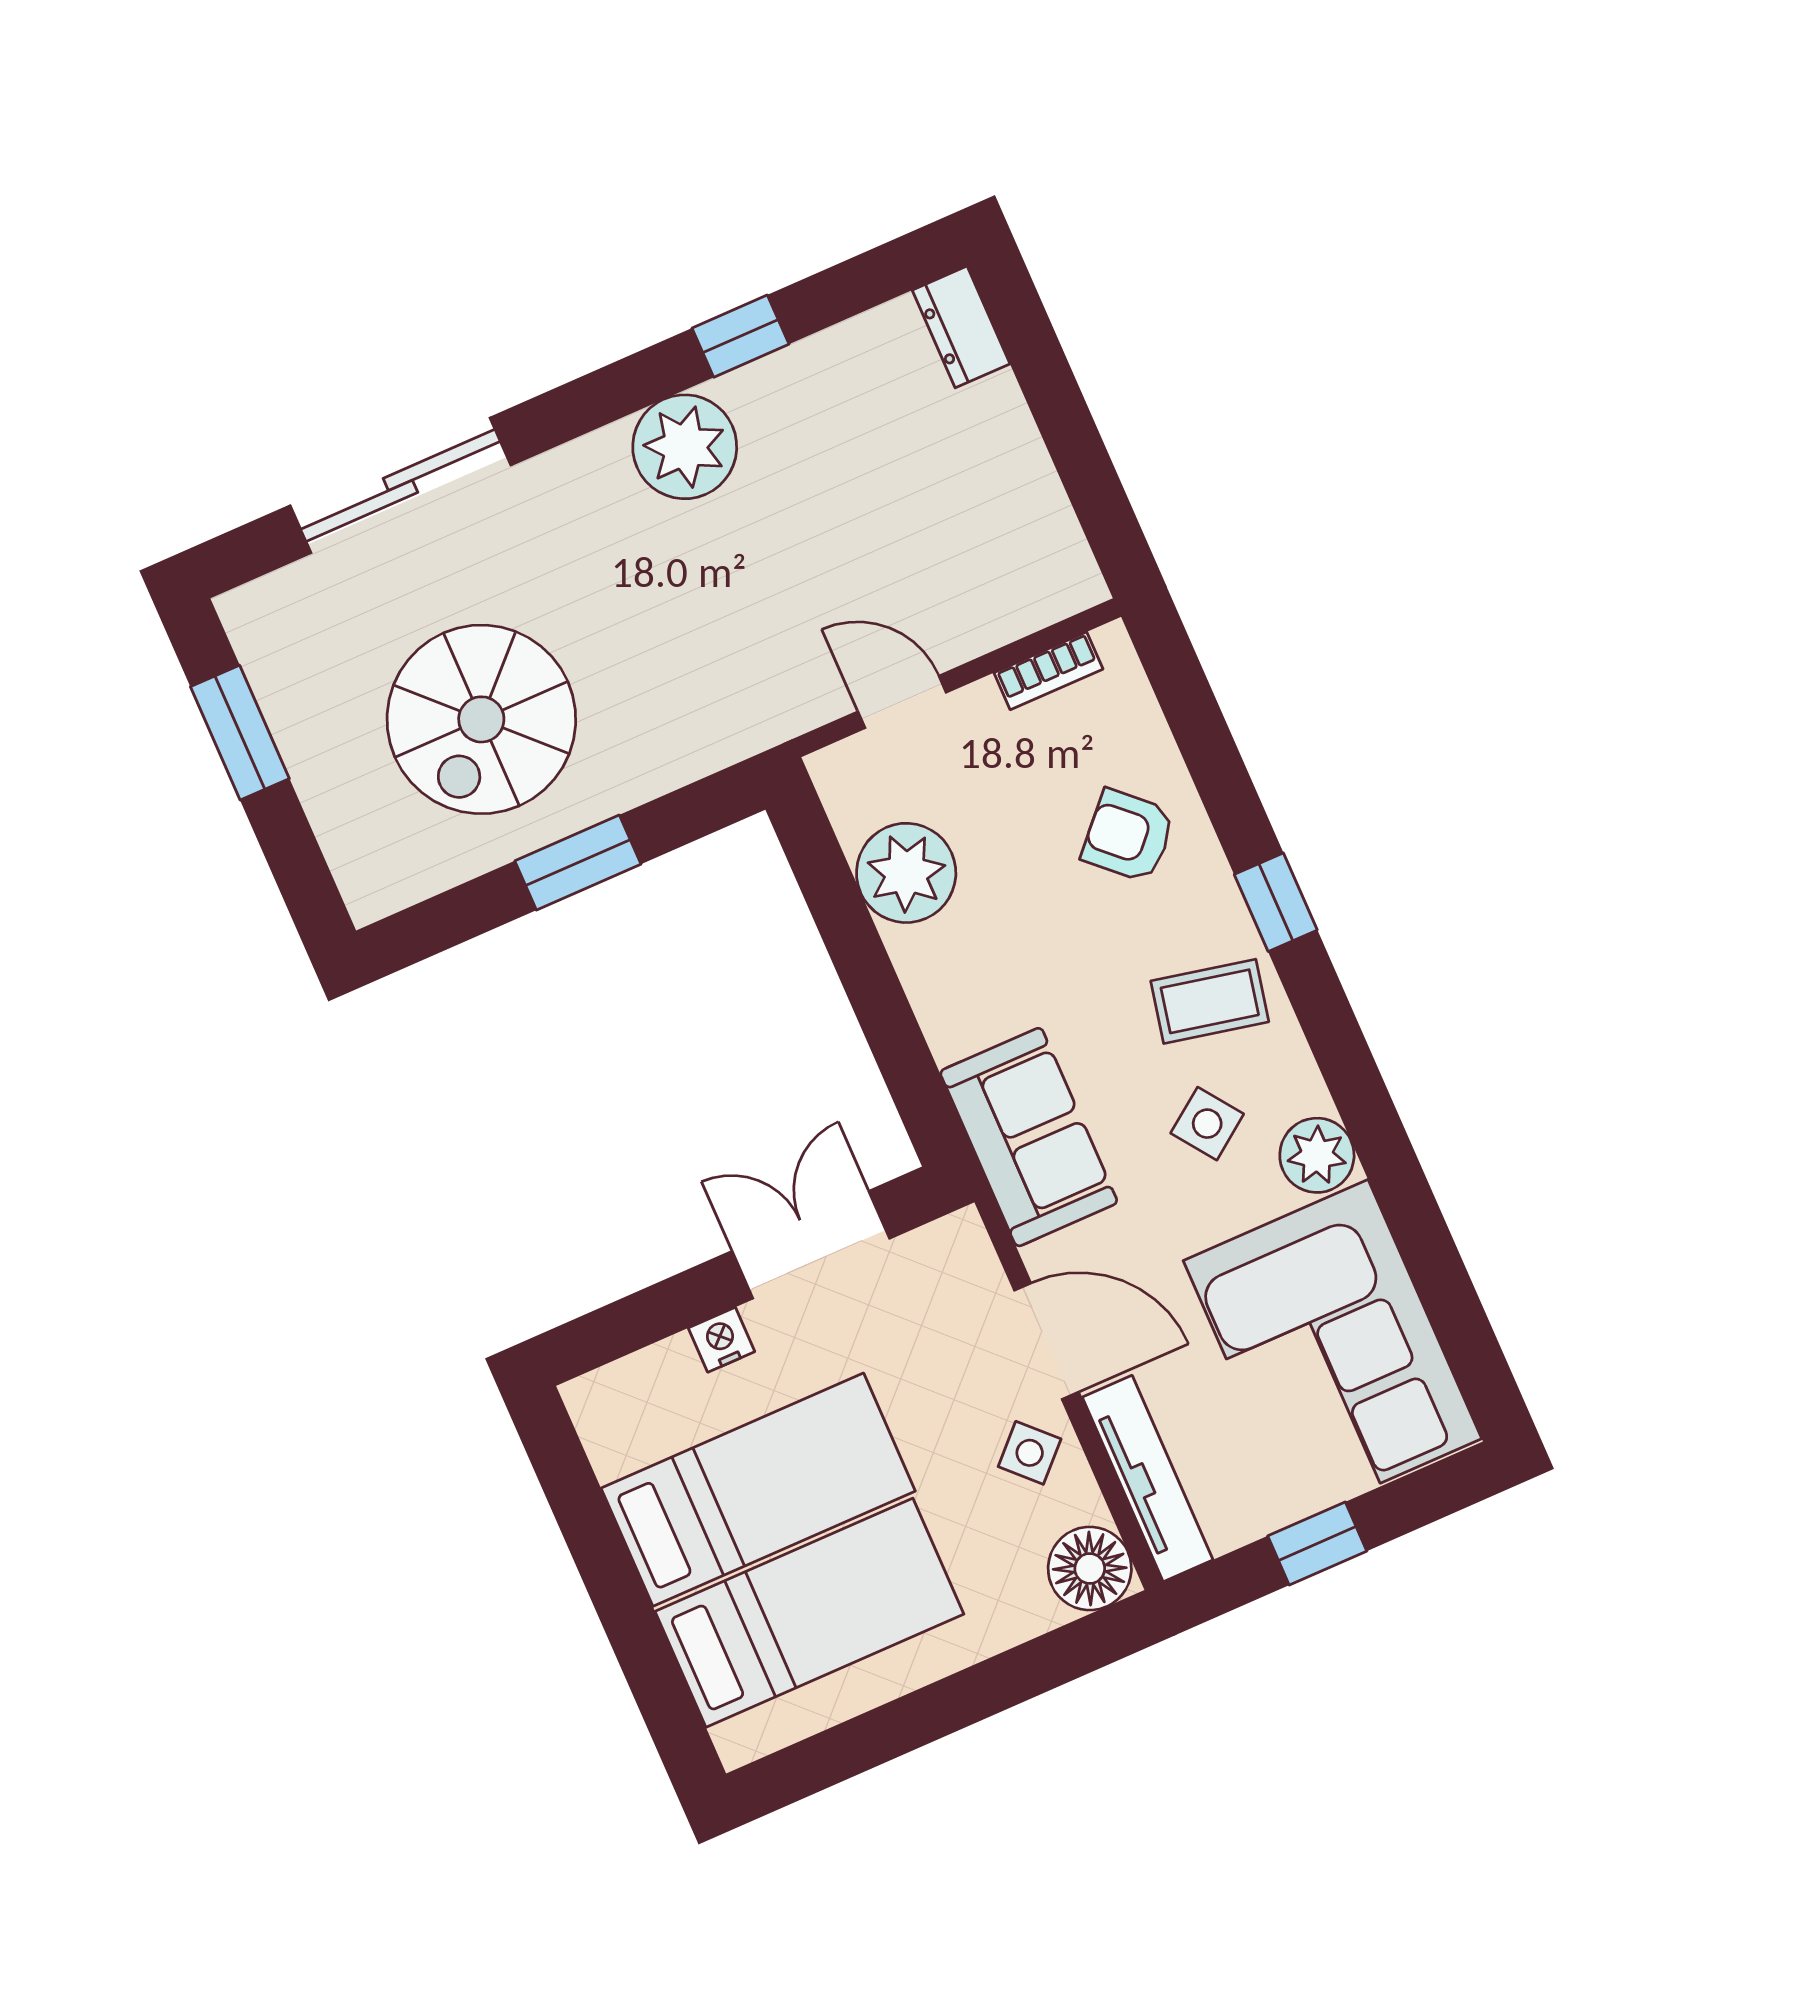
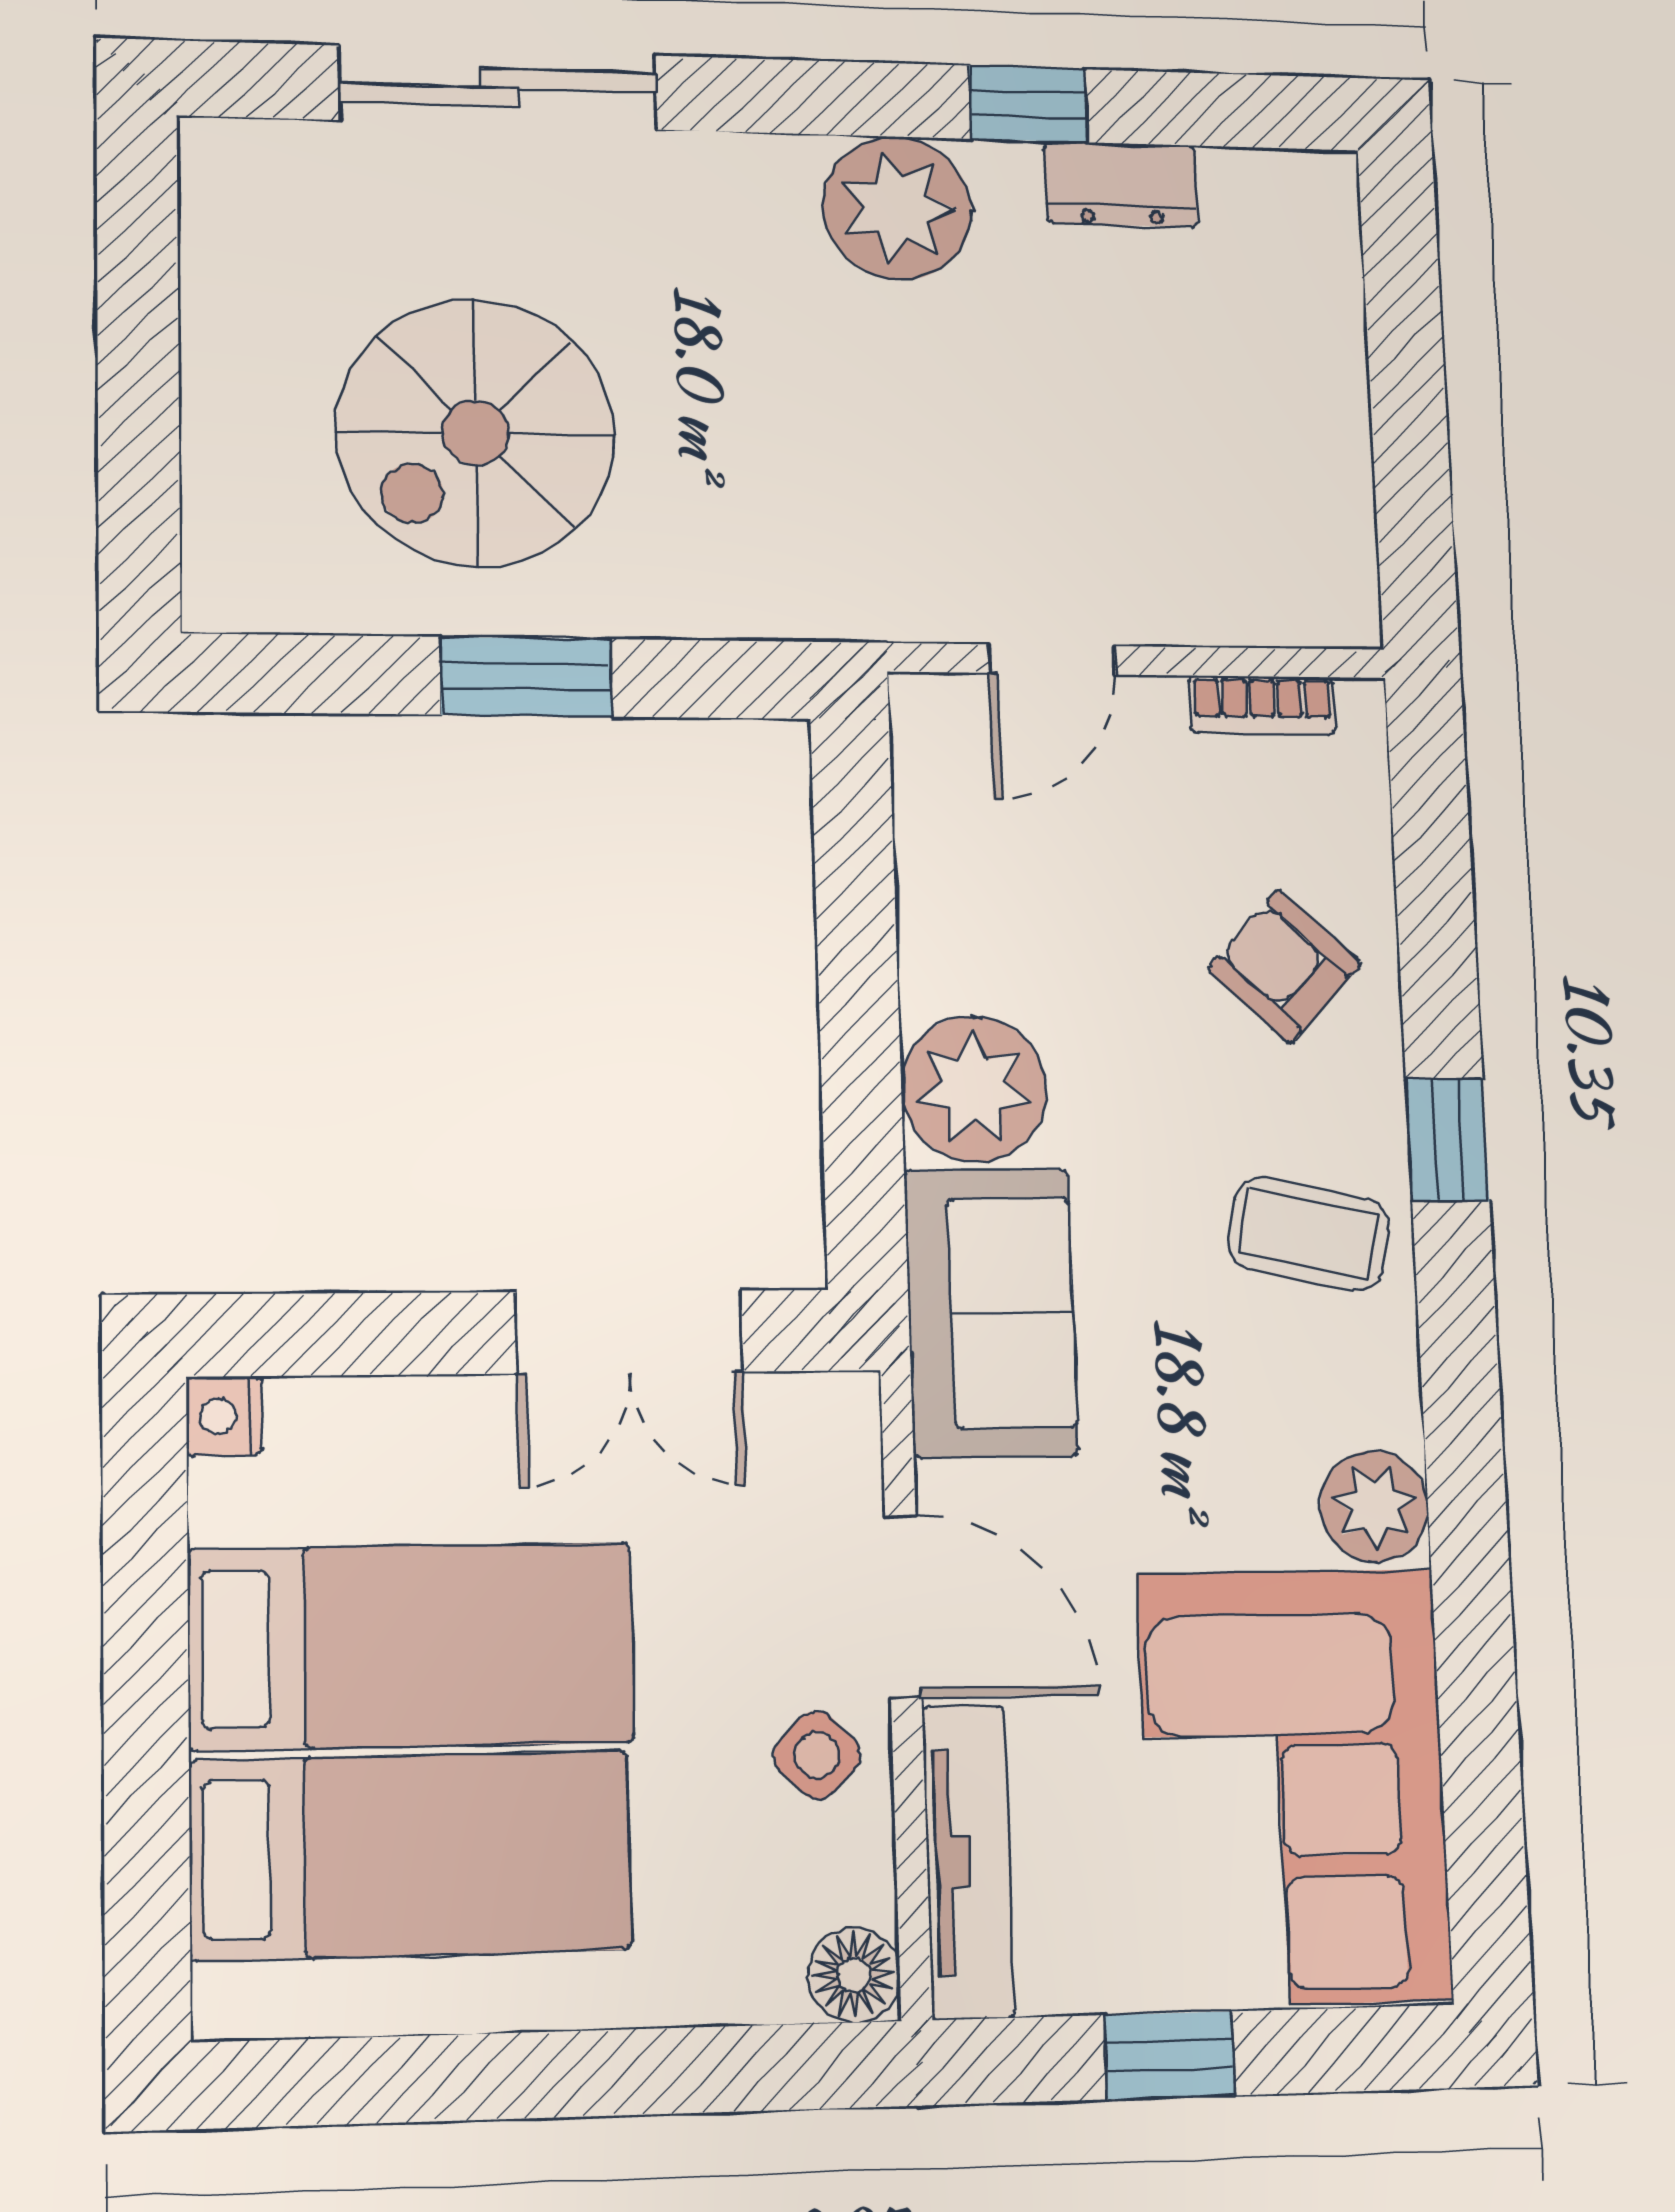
dresser: (961, 327) -> (1121, 184), moved, turned -90
door: (902, 702) -> (1052, 659), swing flipped
window: (240, 733) -> (138, 305), removed
plant: (906, 873) -> (974, 1089), moved
side table: (1207, 1124) -> (1242, 1399), removed
double door: (811, 1245) -> (629, 1332), swing flipped
nightstand: (722, 1340) -> (224, 1416), moved, turned -90
floor lamp: (1090, 1568) -> (854, 1975), width x0.73, depth x0.73

